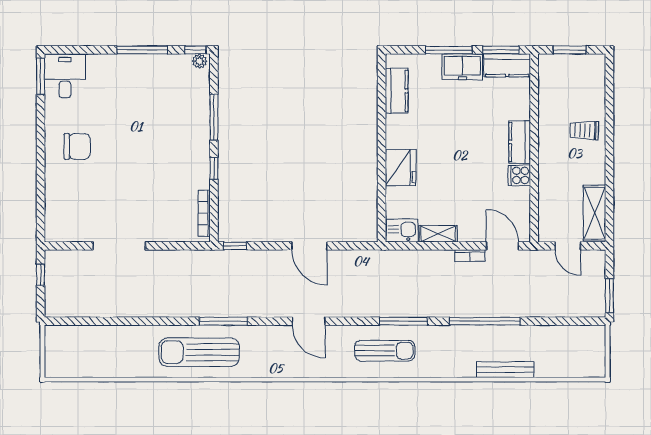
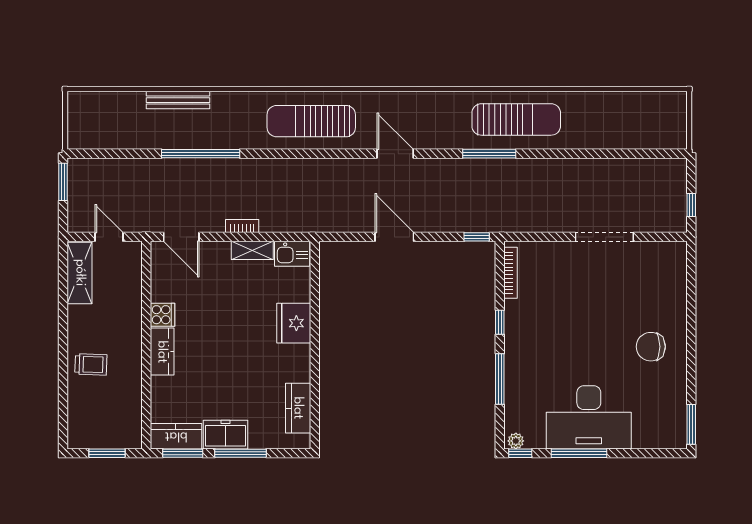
desk: (65, 76) -> (589, 417), moved, width x1.87, depth x1.30
bookcase: (470, 256) -> (242, 226), moved
window: (404, 321) -> (290, 154), removed
sun lounger: (385, 351) -> (311, 121), width x1.36, depth x1.34

